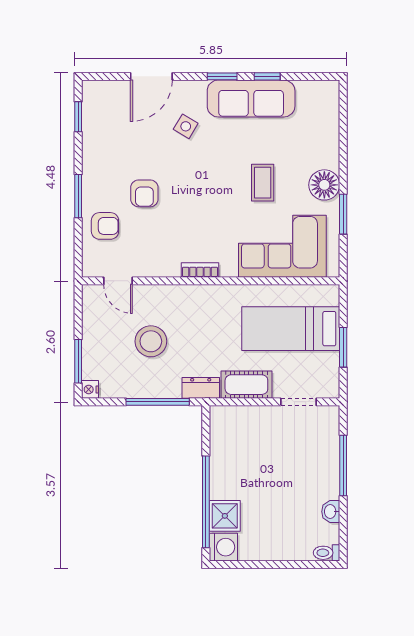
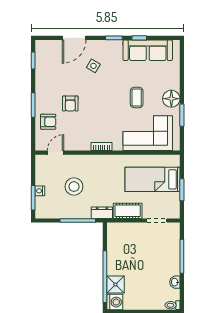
sofa: (251, 98) -> (148, 50), moved
door: (118, 281) -> (55, 153), swing flipped
nightstand: (90, 389) -> (40, 191), moved

